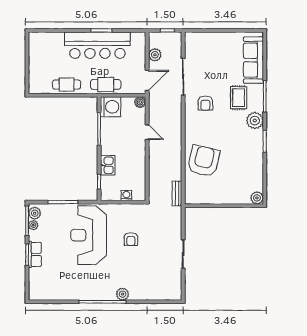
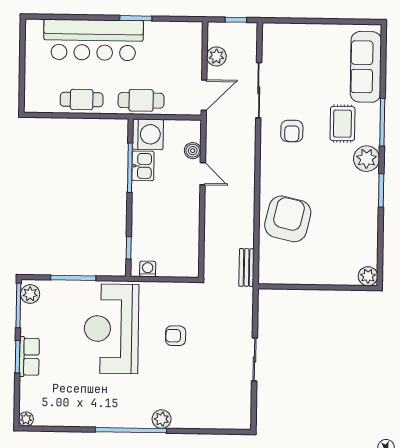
bar counter: (97, 45) -> (93, 40), moved
boiler: (140, 102) -> (193, 151), moved
kitchen sink: (108, 165) -> (143, 166), moved
washing machine: (126, 195) -> (148, 269), moved
plant: (33, 225) -> (26, 419), moved
armchair: (131, 239) -> (176, 336), turned 90

